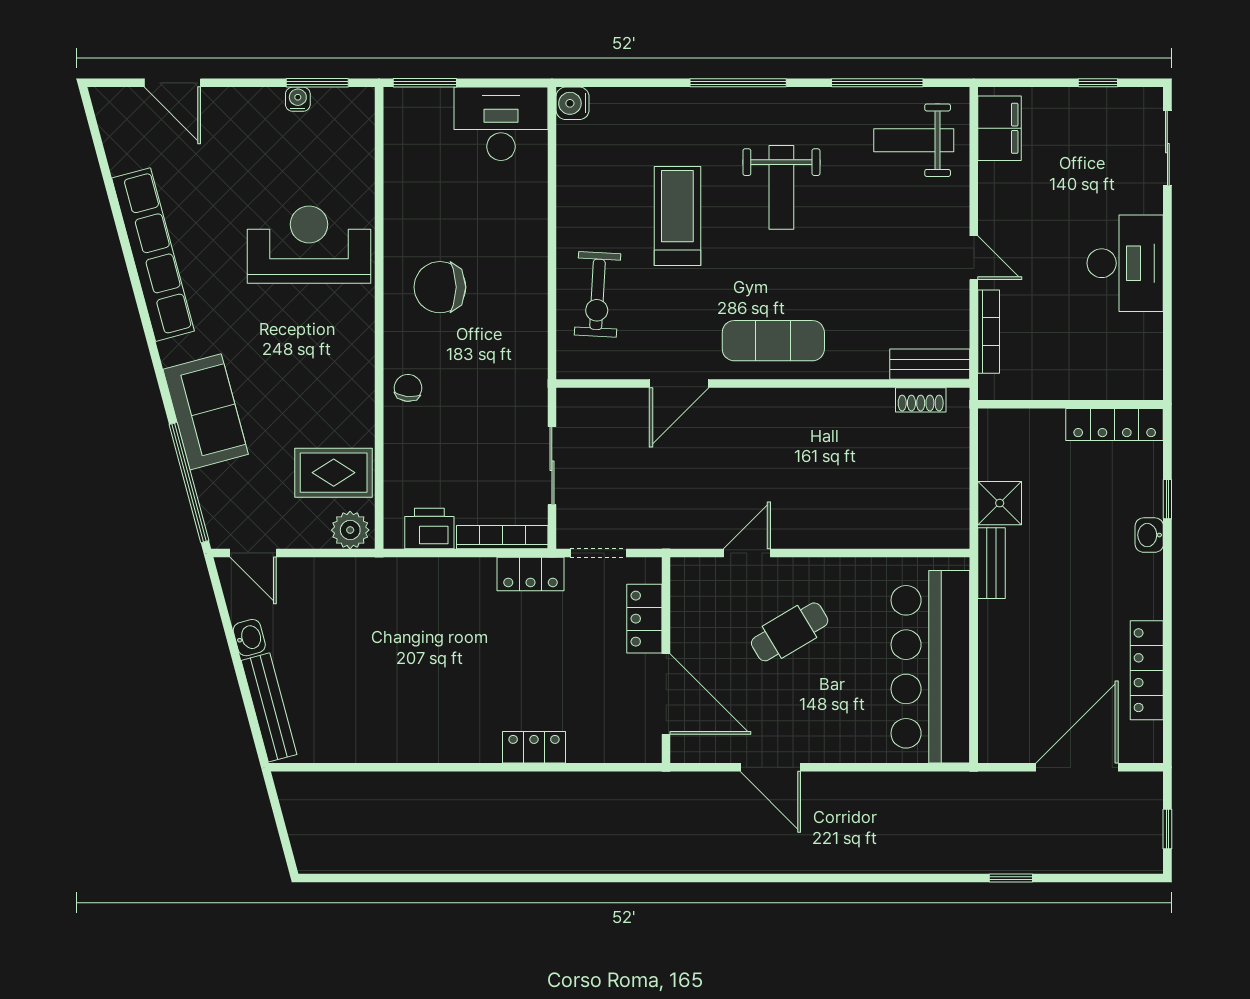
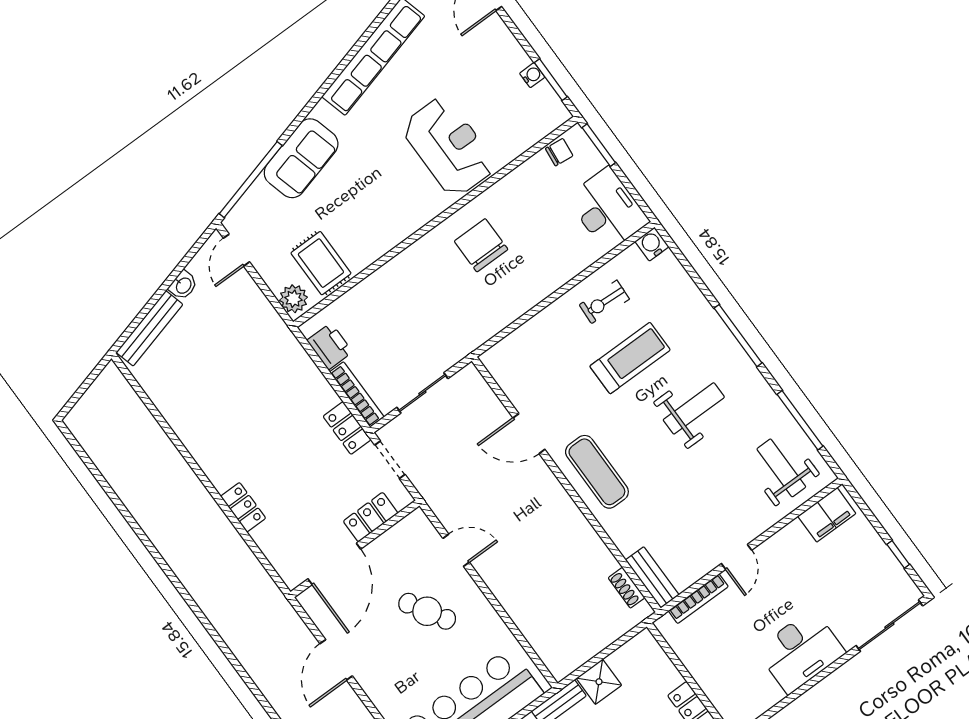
sliding door: (1167, 148) -> (889, 626), width x1.37
weight bench: (781, 187) -> (694, 408), turned 180
exercise bike: (598, 294) -> (604, 302), moved, width x0.73, depth x0.72
chair: (408, 388) -> (559, 152), moved

